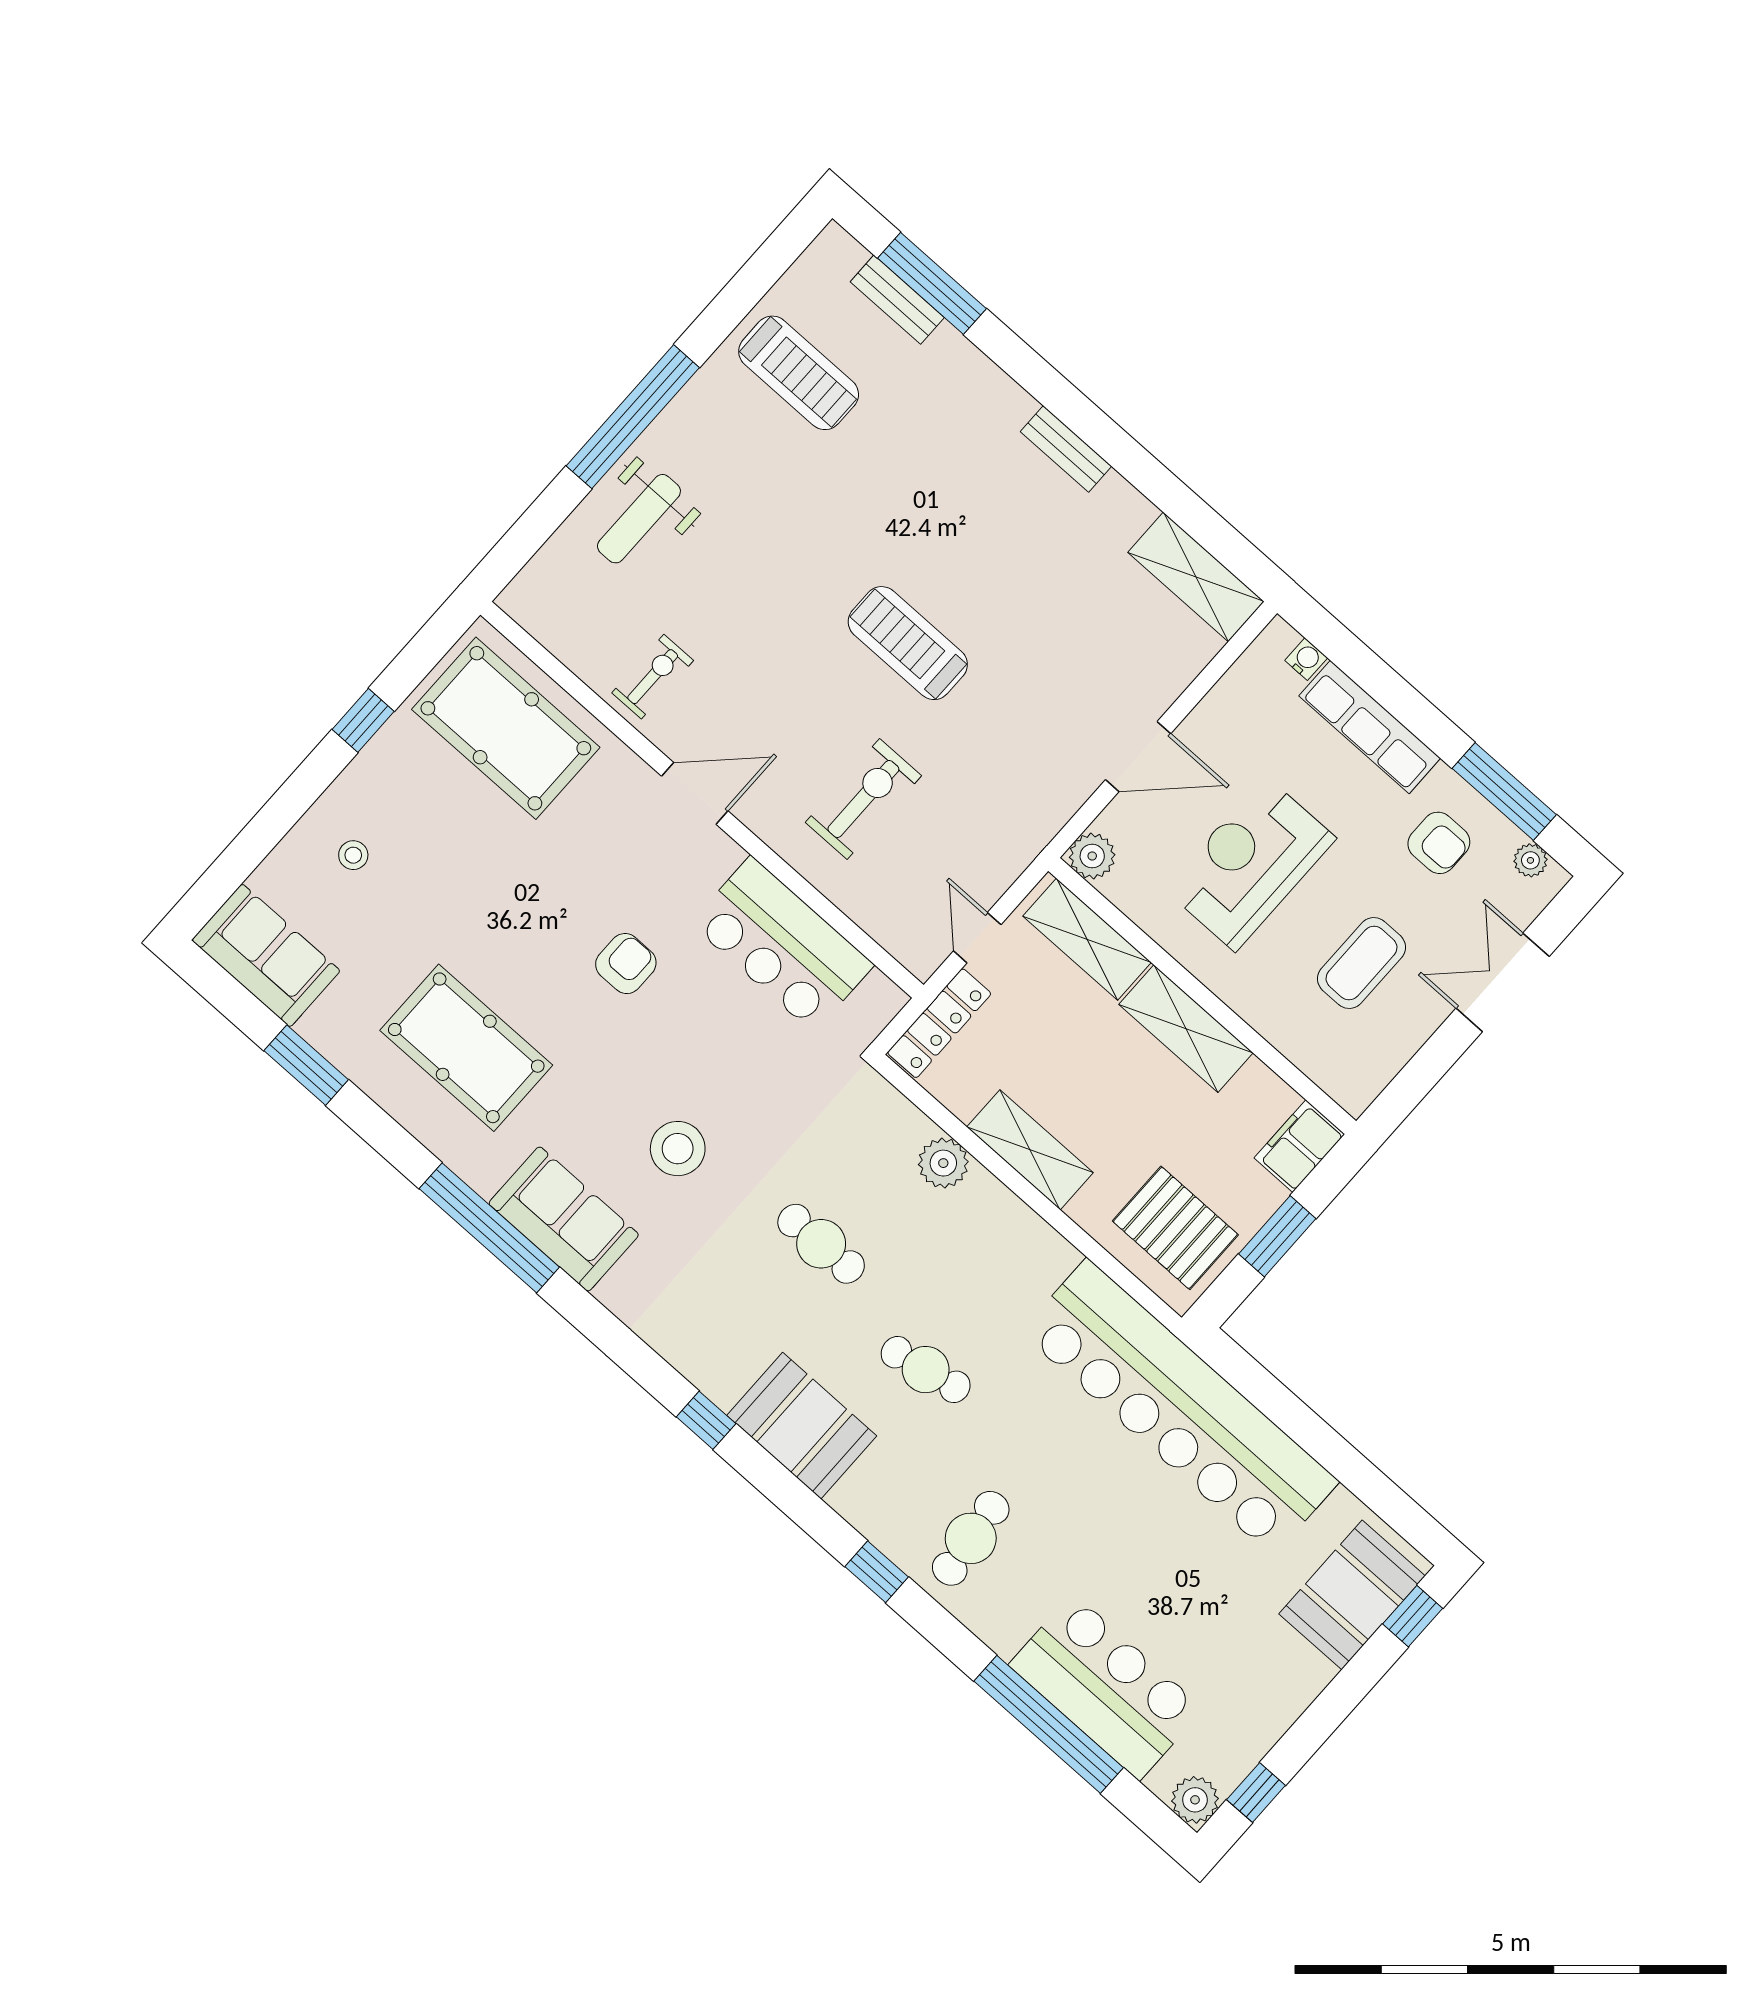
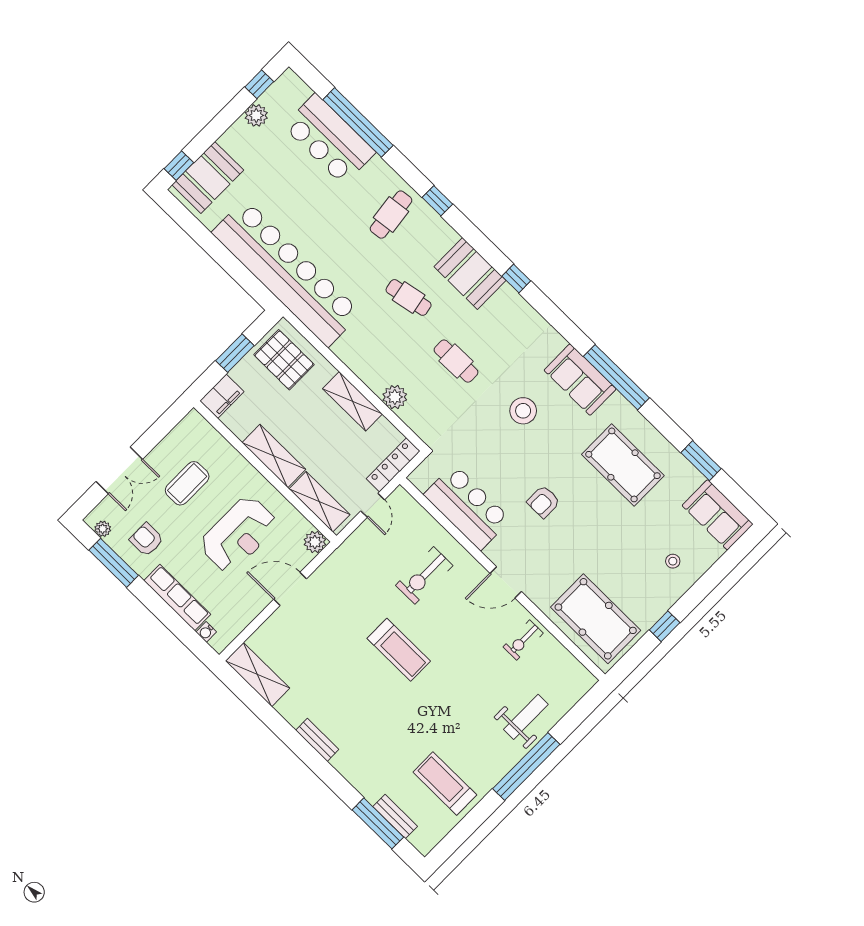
plant: (1195, 1800) -> (256, 115), moved

